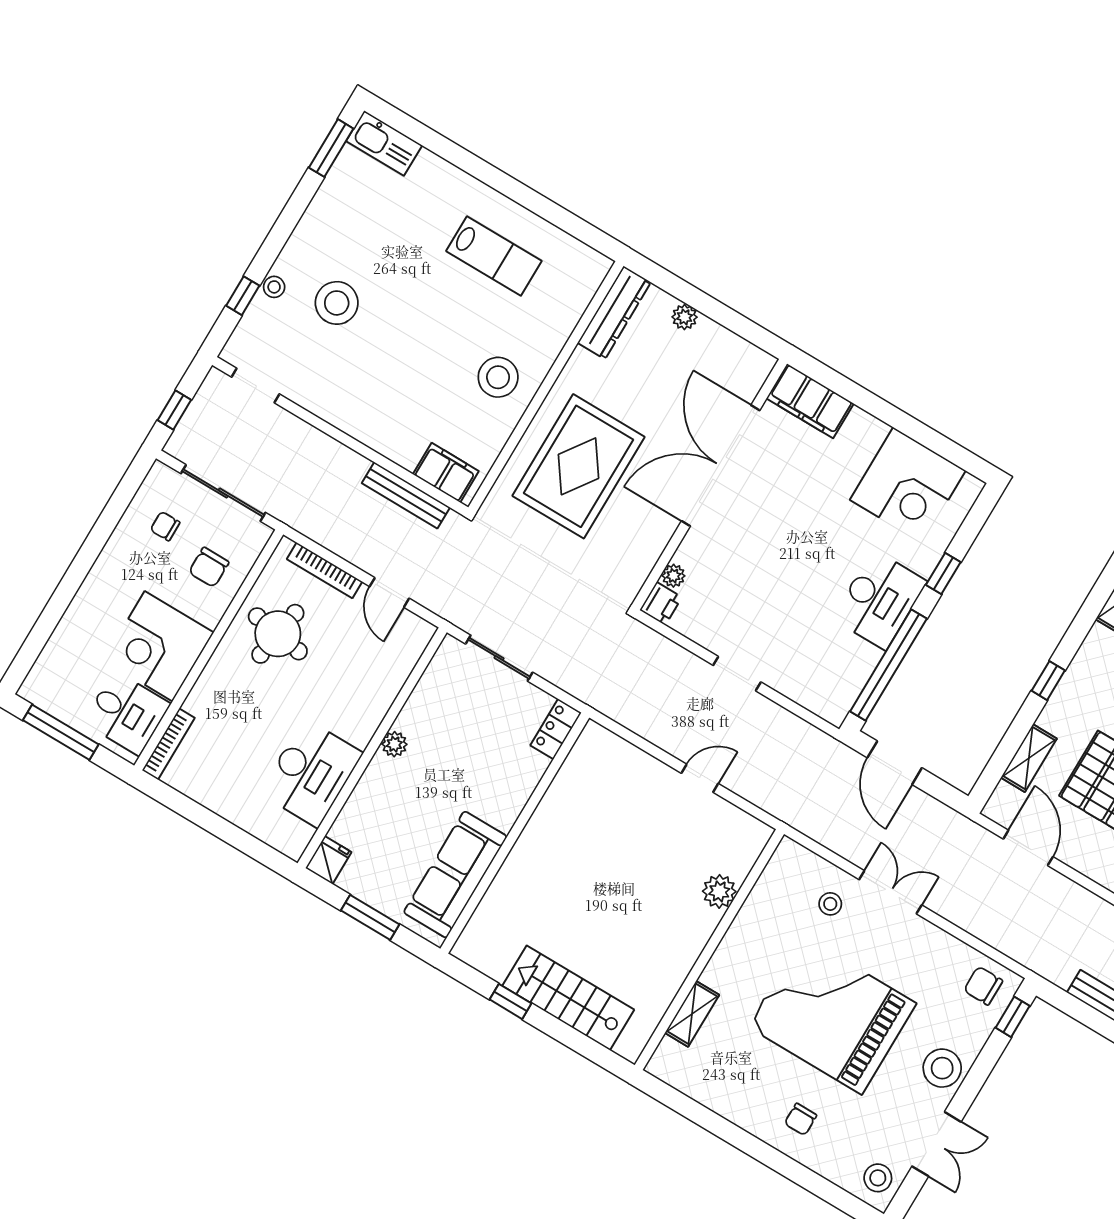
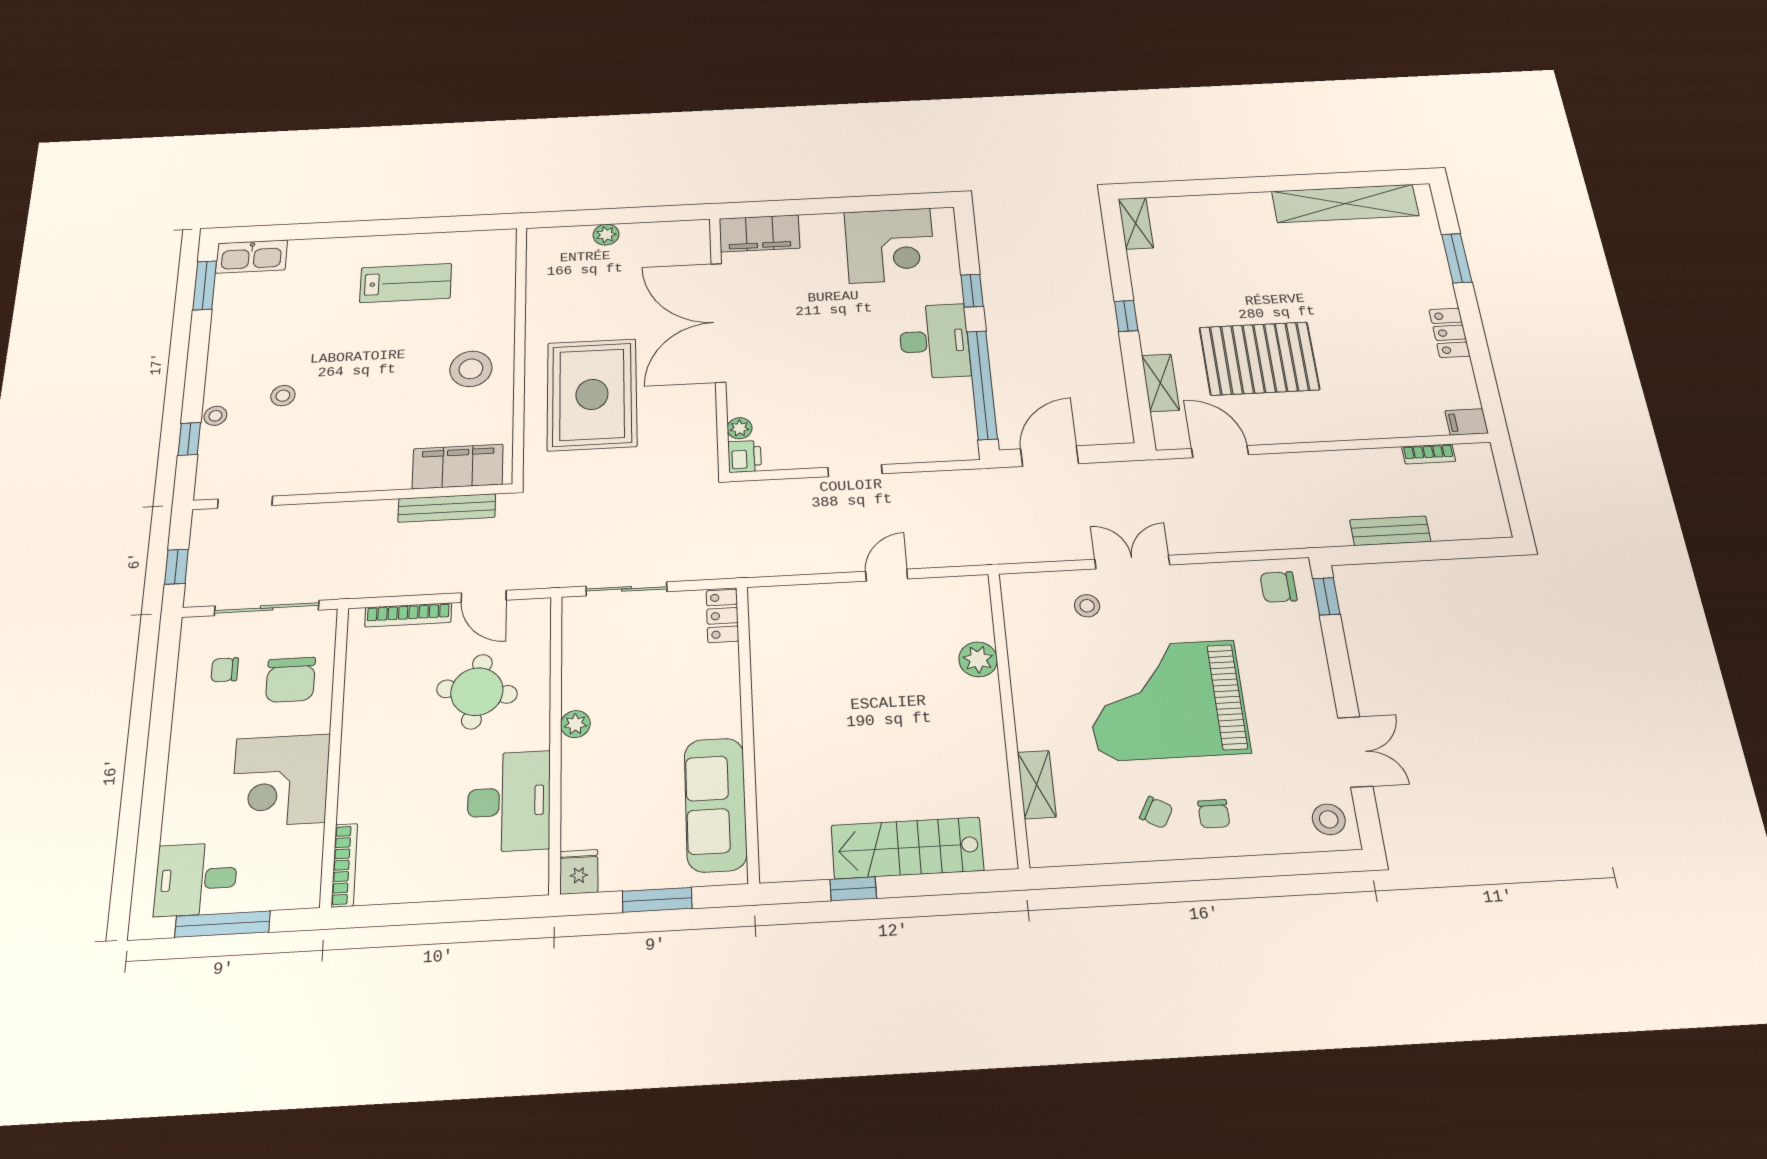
stool: (337, 303) -> (283, 396), width x0.53, depth x0.53
dresser: (614, 313) -> (542, 265), removed
filing cabinet: (446, 473) -> (458, 467), width x1.50, depth x1.17
chair: (209, 567) -> (291, 680), width x1.37, depth x1.37
round table: (278, 634) -> (477, 692), moved
desk: (127, 713) -> (196, 879), moved, turned 180
door: (895, 763) -> (1050, 456), swing flipped
stool: (942, 1068) -> (1303, 681), removed
chair: (761, 1091) -> (1156, 812), added

